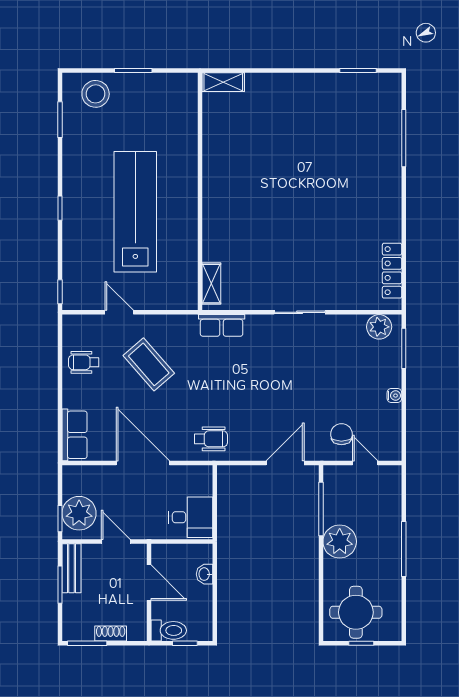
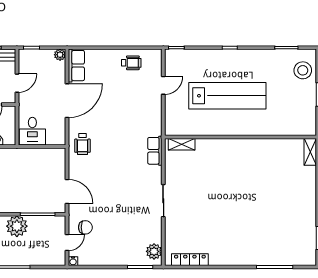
wheelchair: (84, 362) -> (131, 63), turned 90
coffee table: (149, 364) -> (130, 104), removed
water cooler: (394, 396) -> (73, 261), moved
row of seats: (75, 435) -> (76, 66), moved, turned -90
plant: (79, 513) -> (60, 55), moved, width x0.53, depth x0.53

